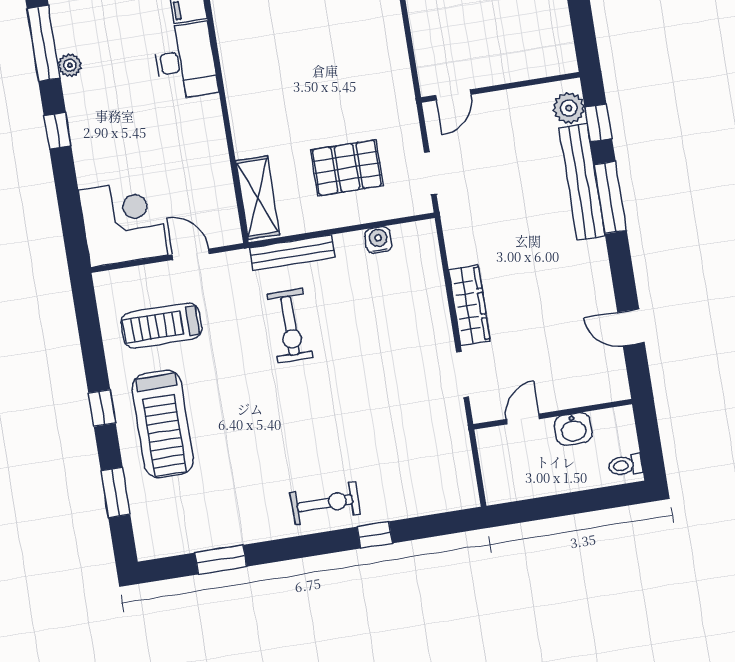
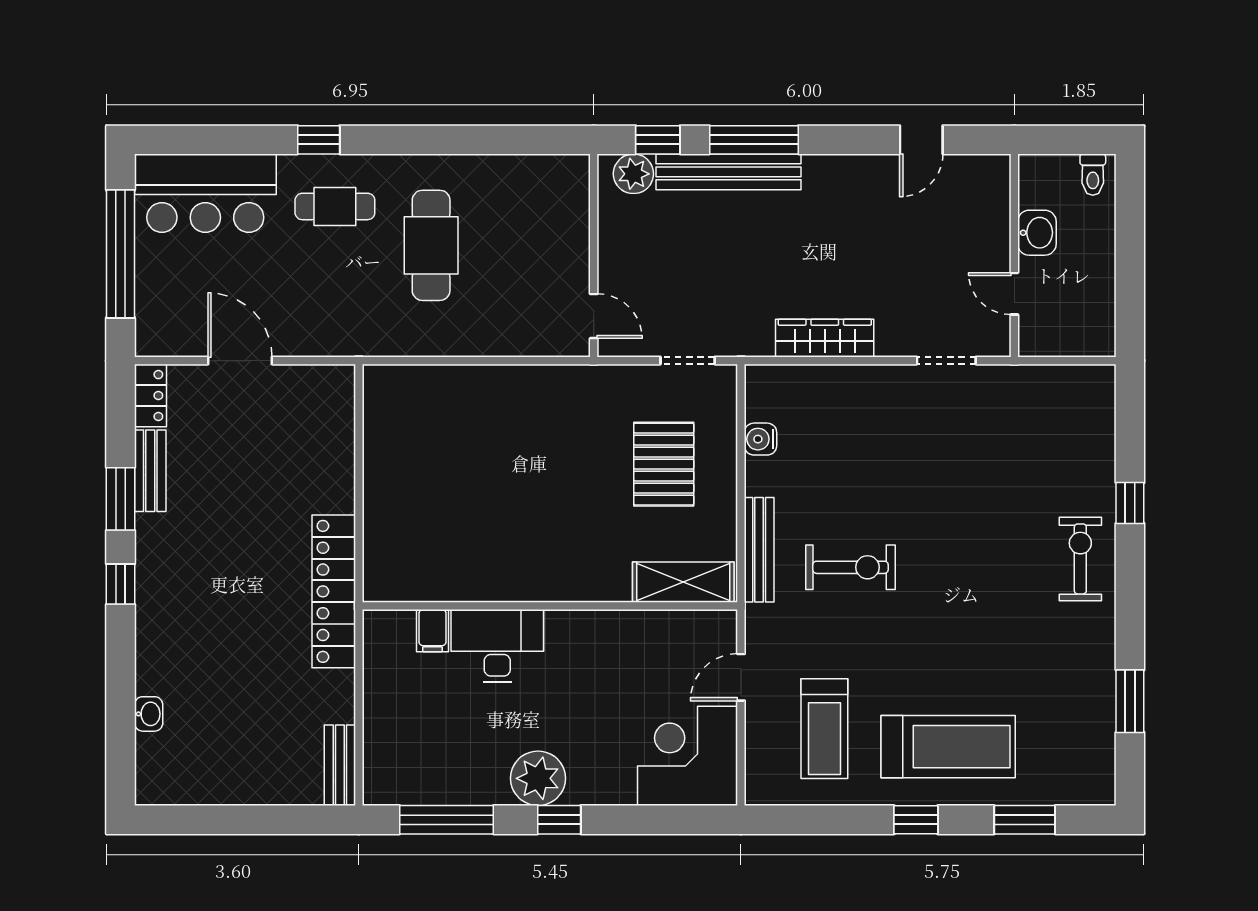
plant: (70, 65) -> (538, 778), moved, width x1.88, depth x1.88
wardrobe: (469, 305) -> (825, 338), moved

